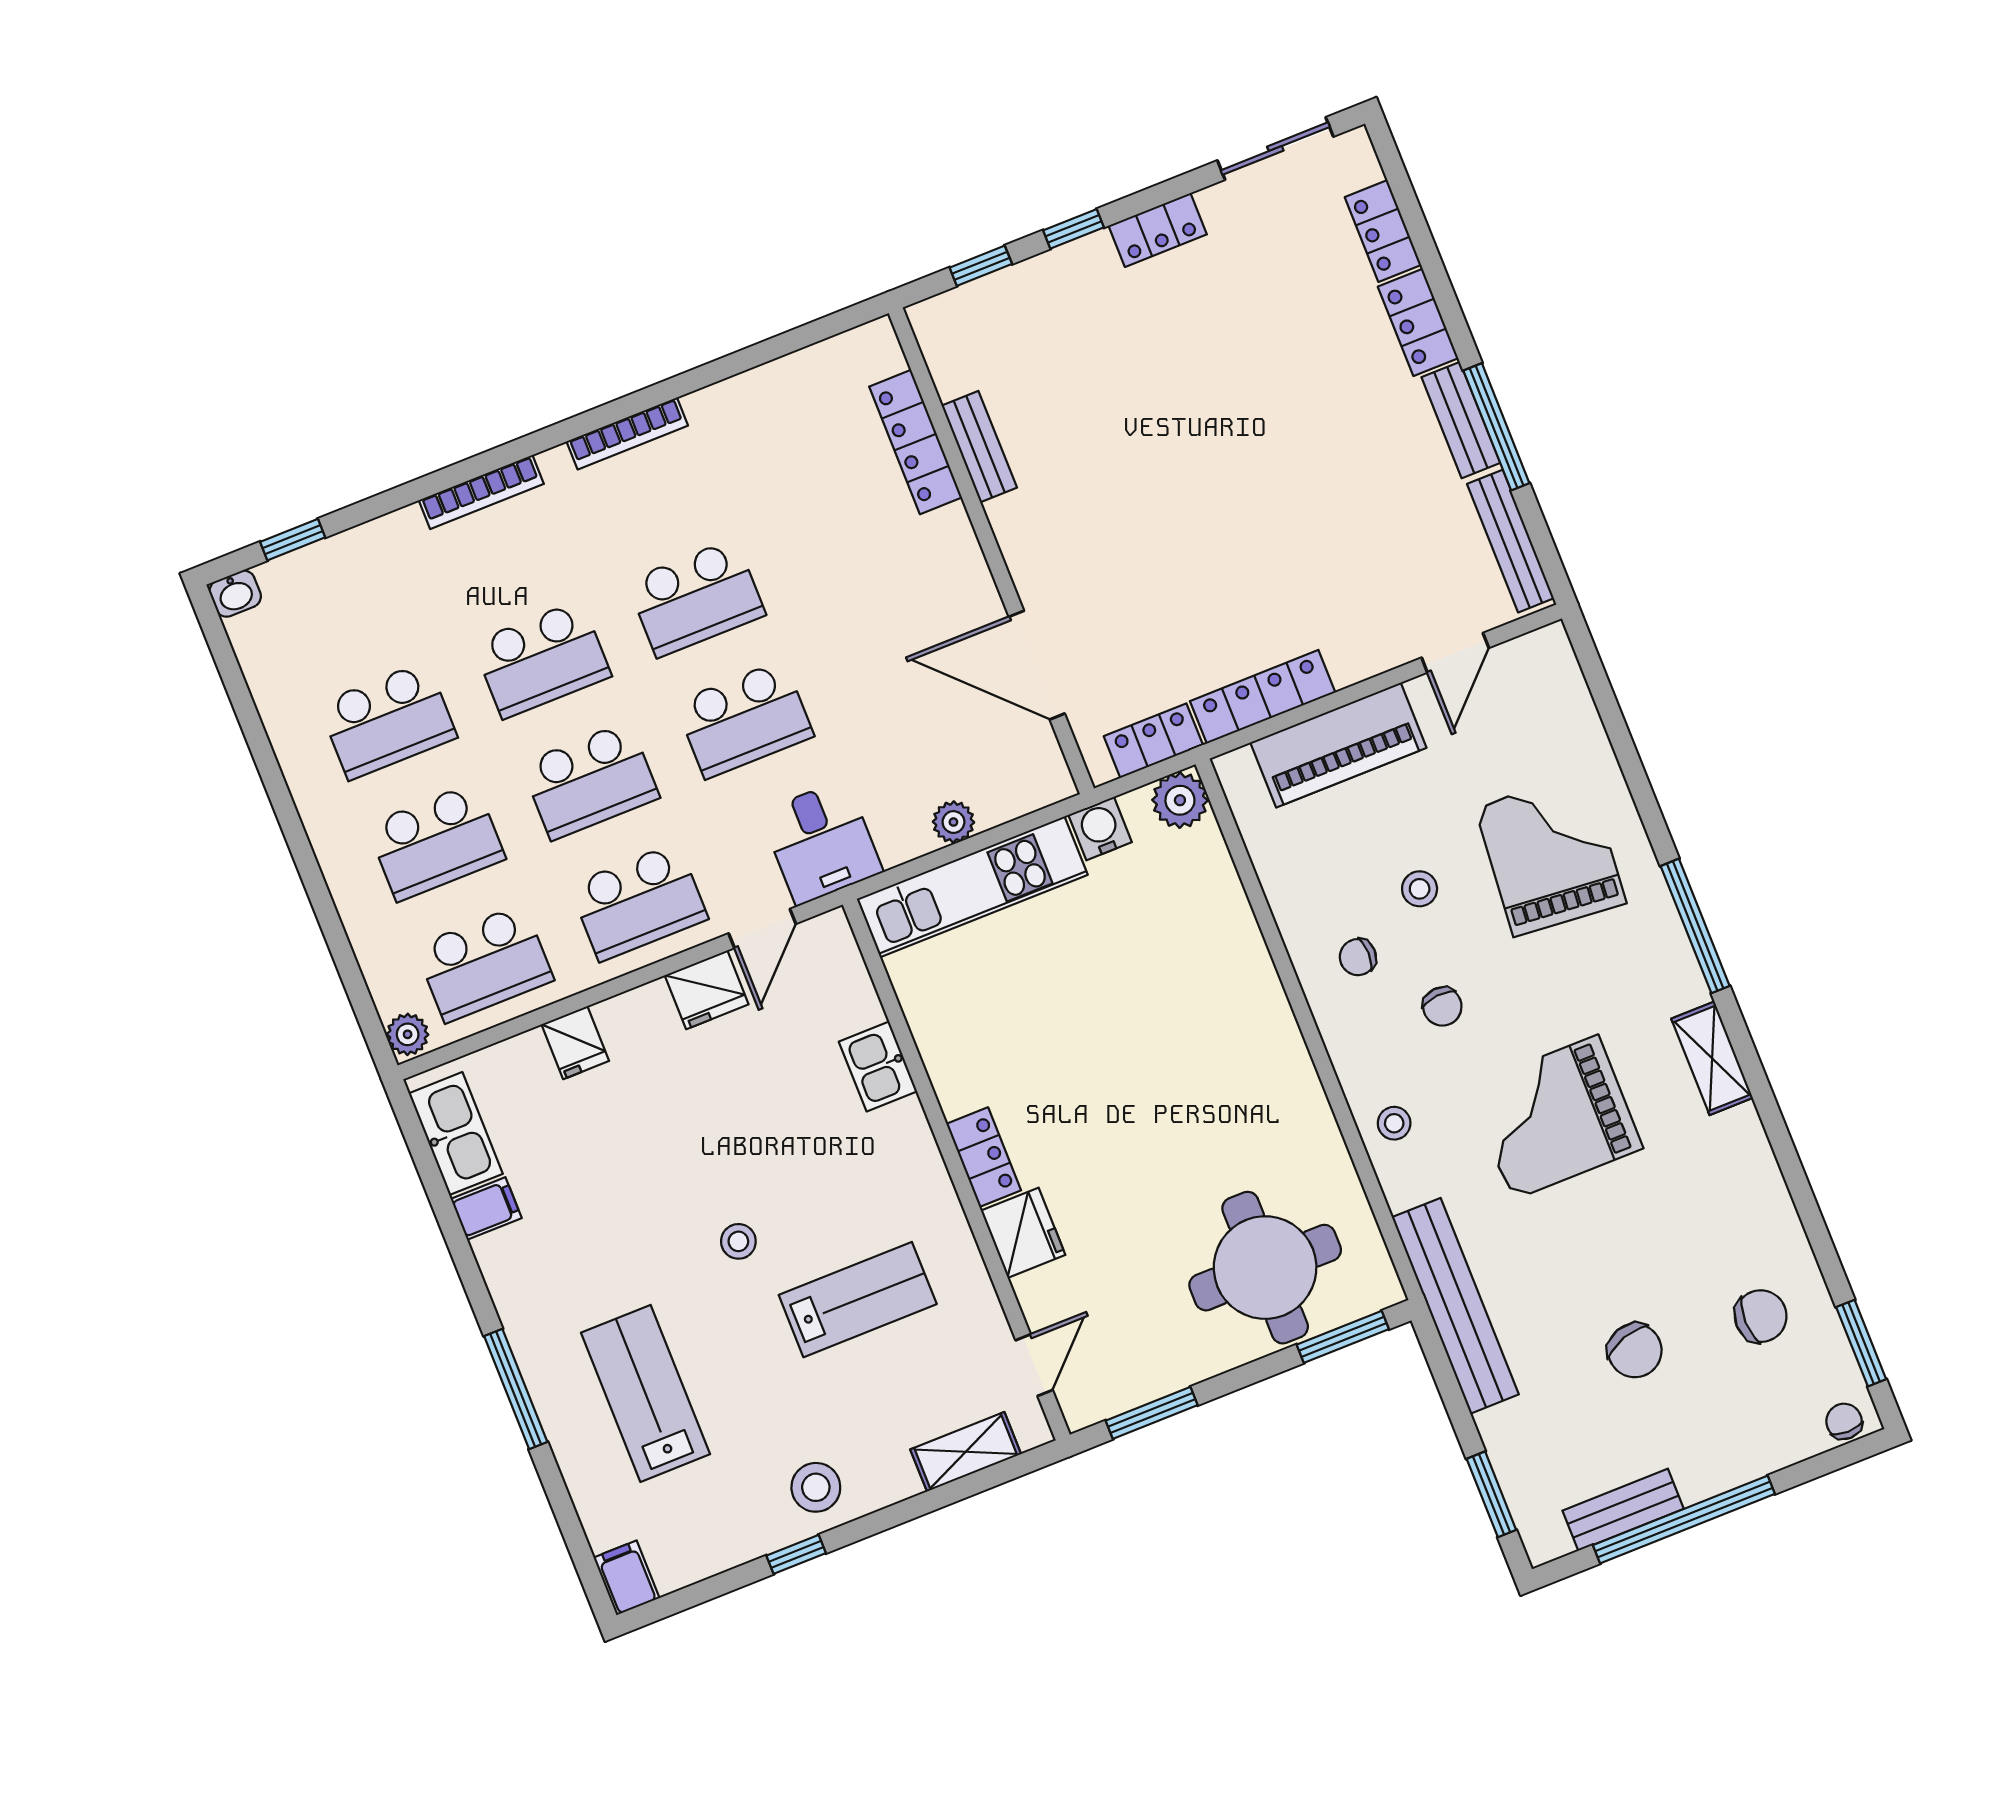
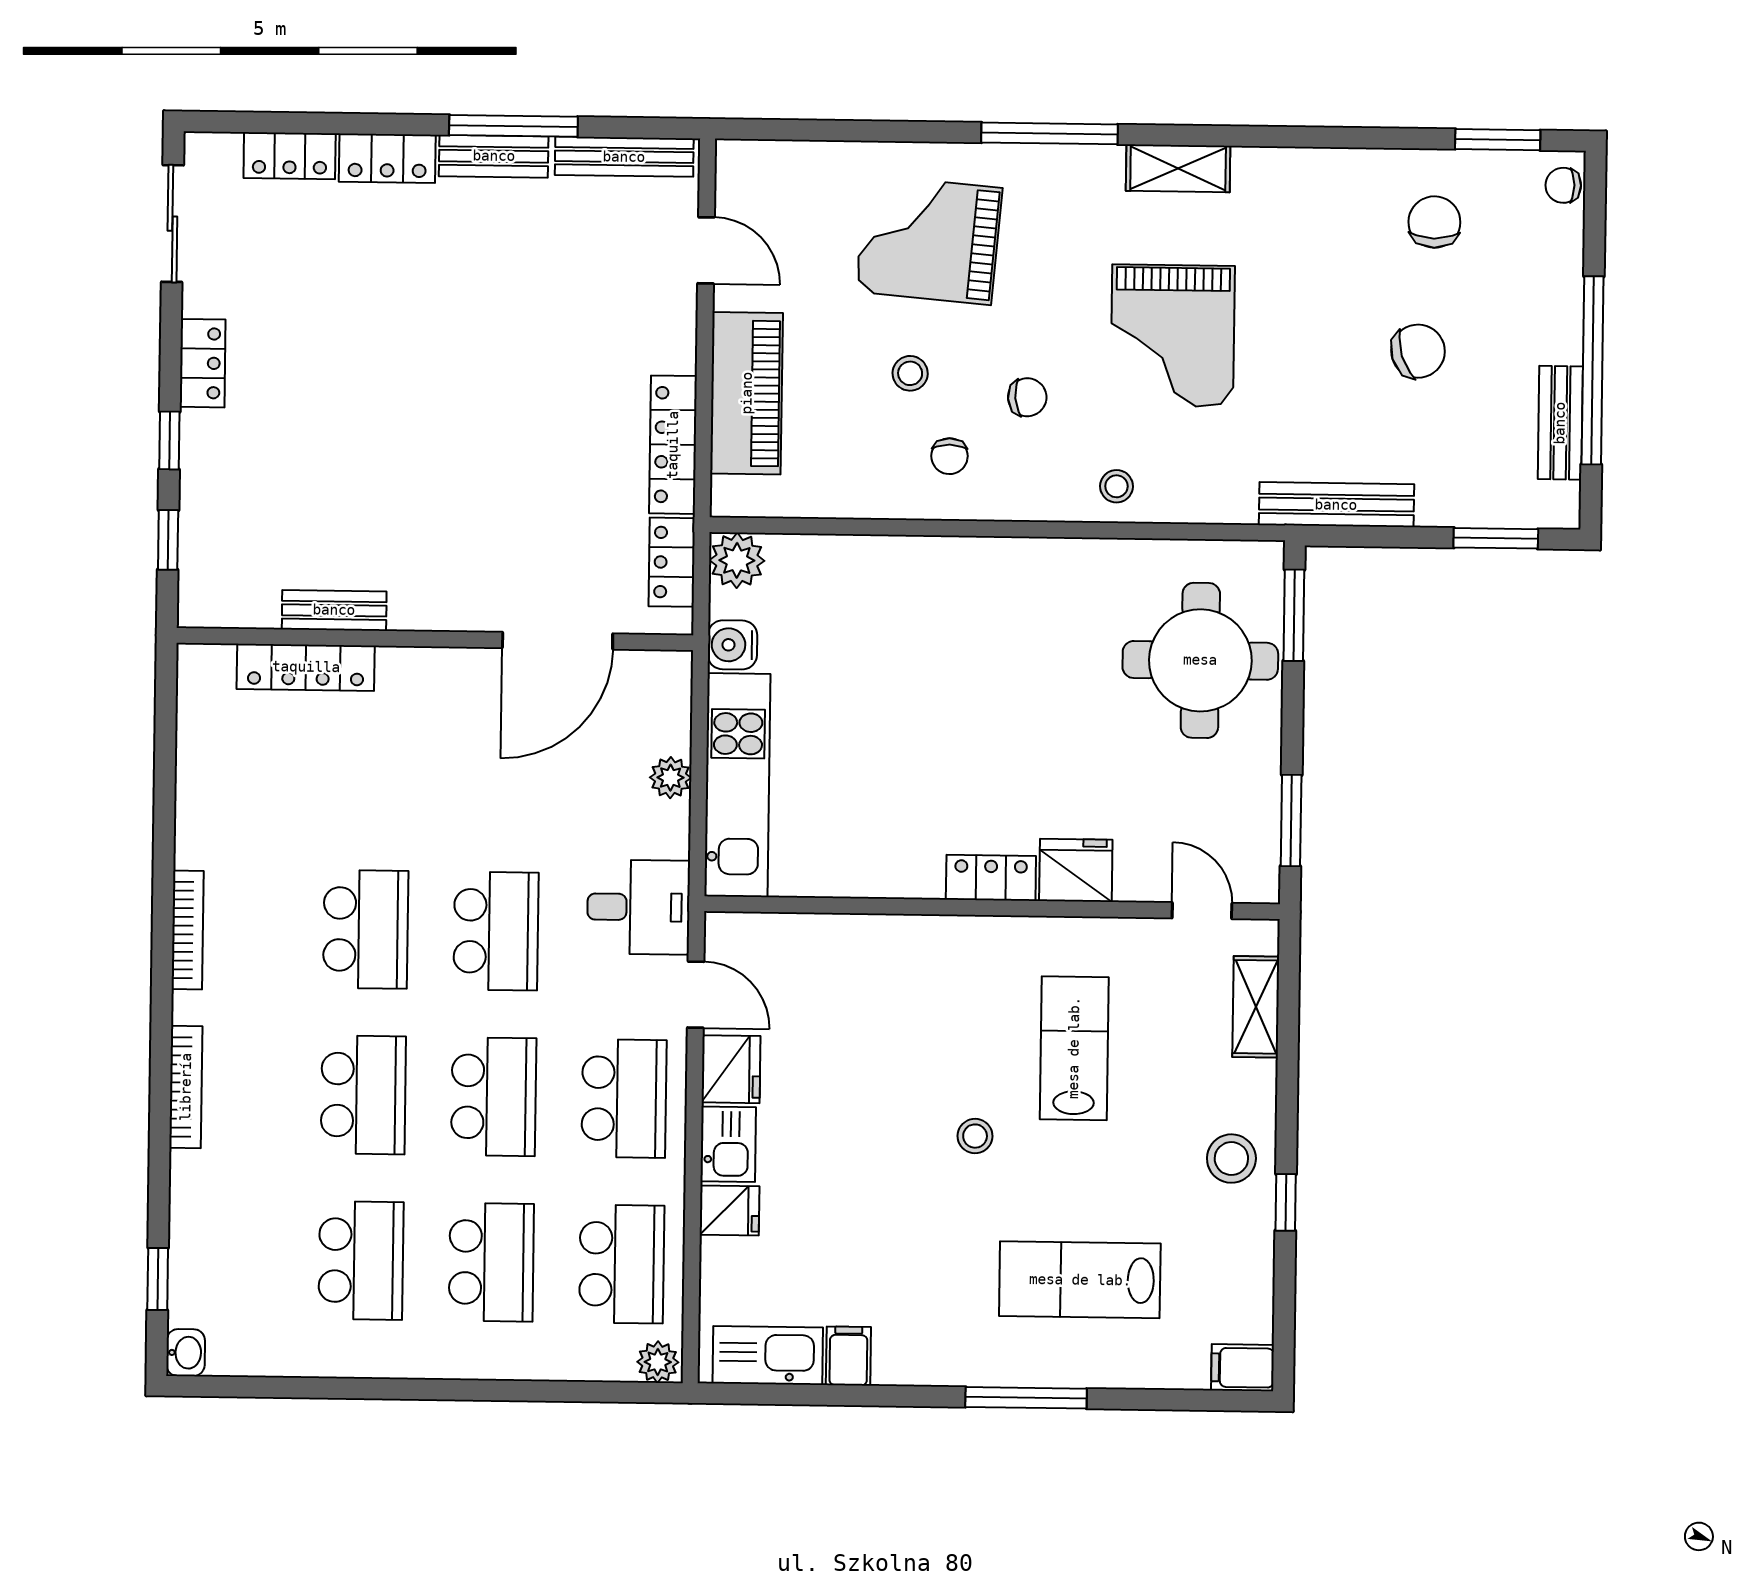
kitchen sink: (878, 1066) -> (728, 1144), moved, turned -90
bench: (1455, 1306) -> (1336, 505), width x0.73, depth x0.82

